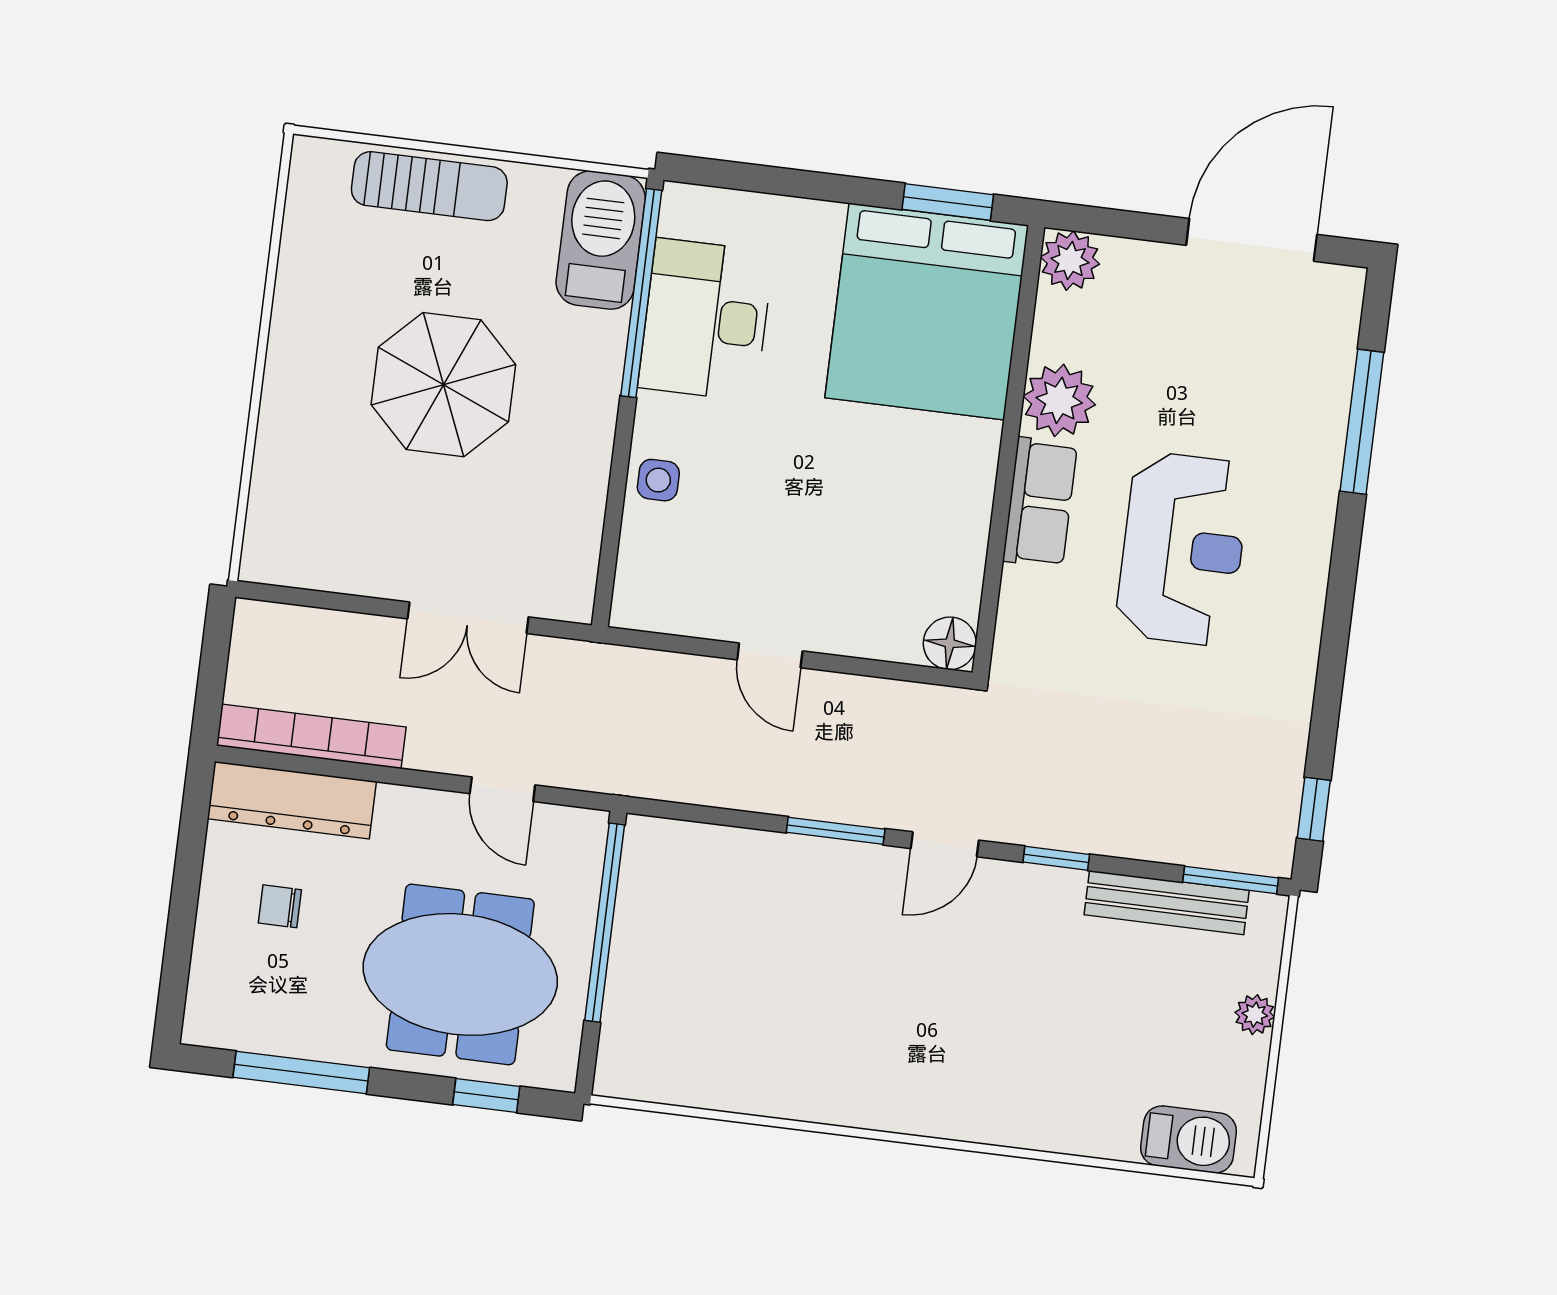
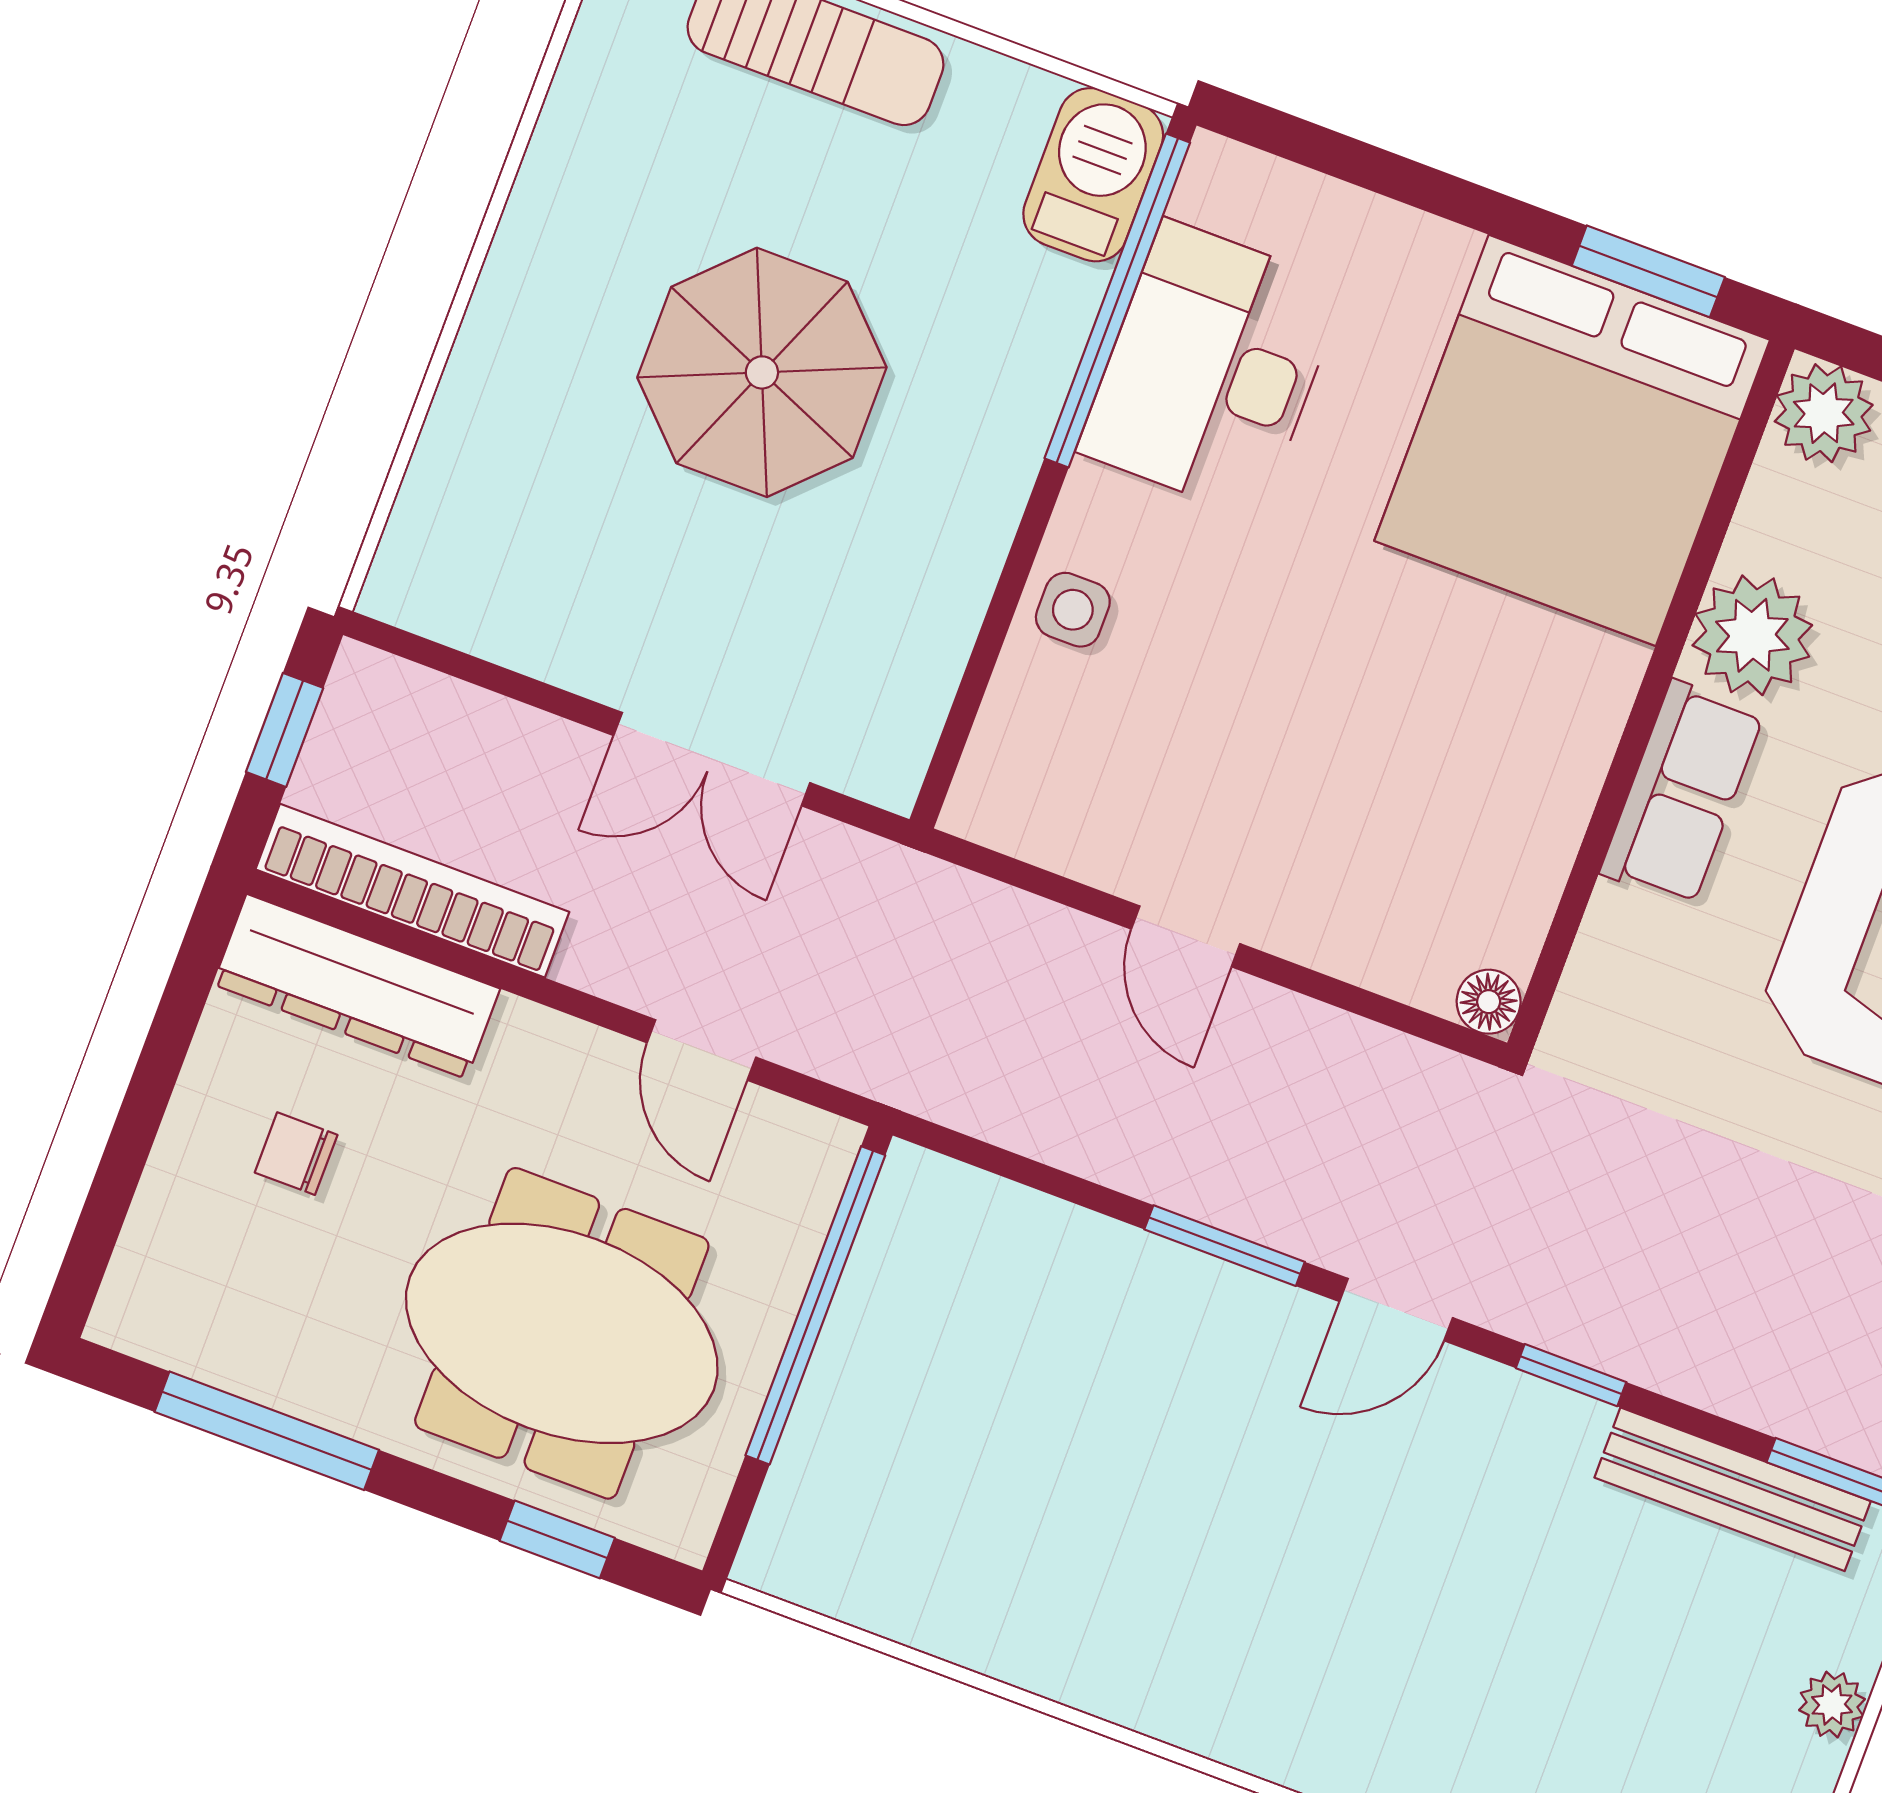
barbecue: (601, 240) -> (1093, 175), width x0.73, depth x0.83
floor lamp: (950, 643) -> (1489, 1002), width x0.73, depth x0.73
window: (214, 660) -> (285, 730), added

